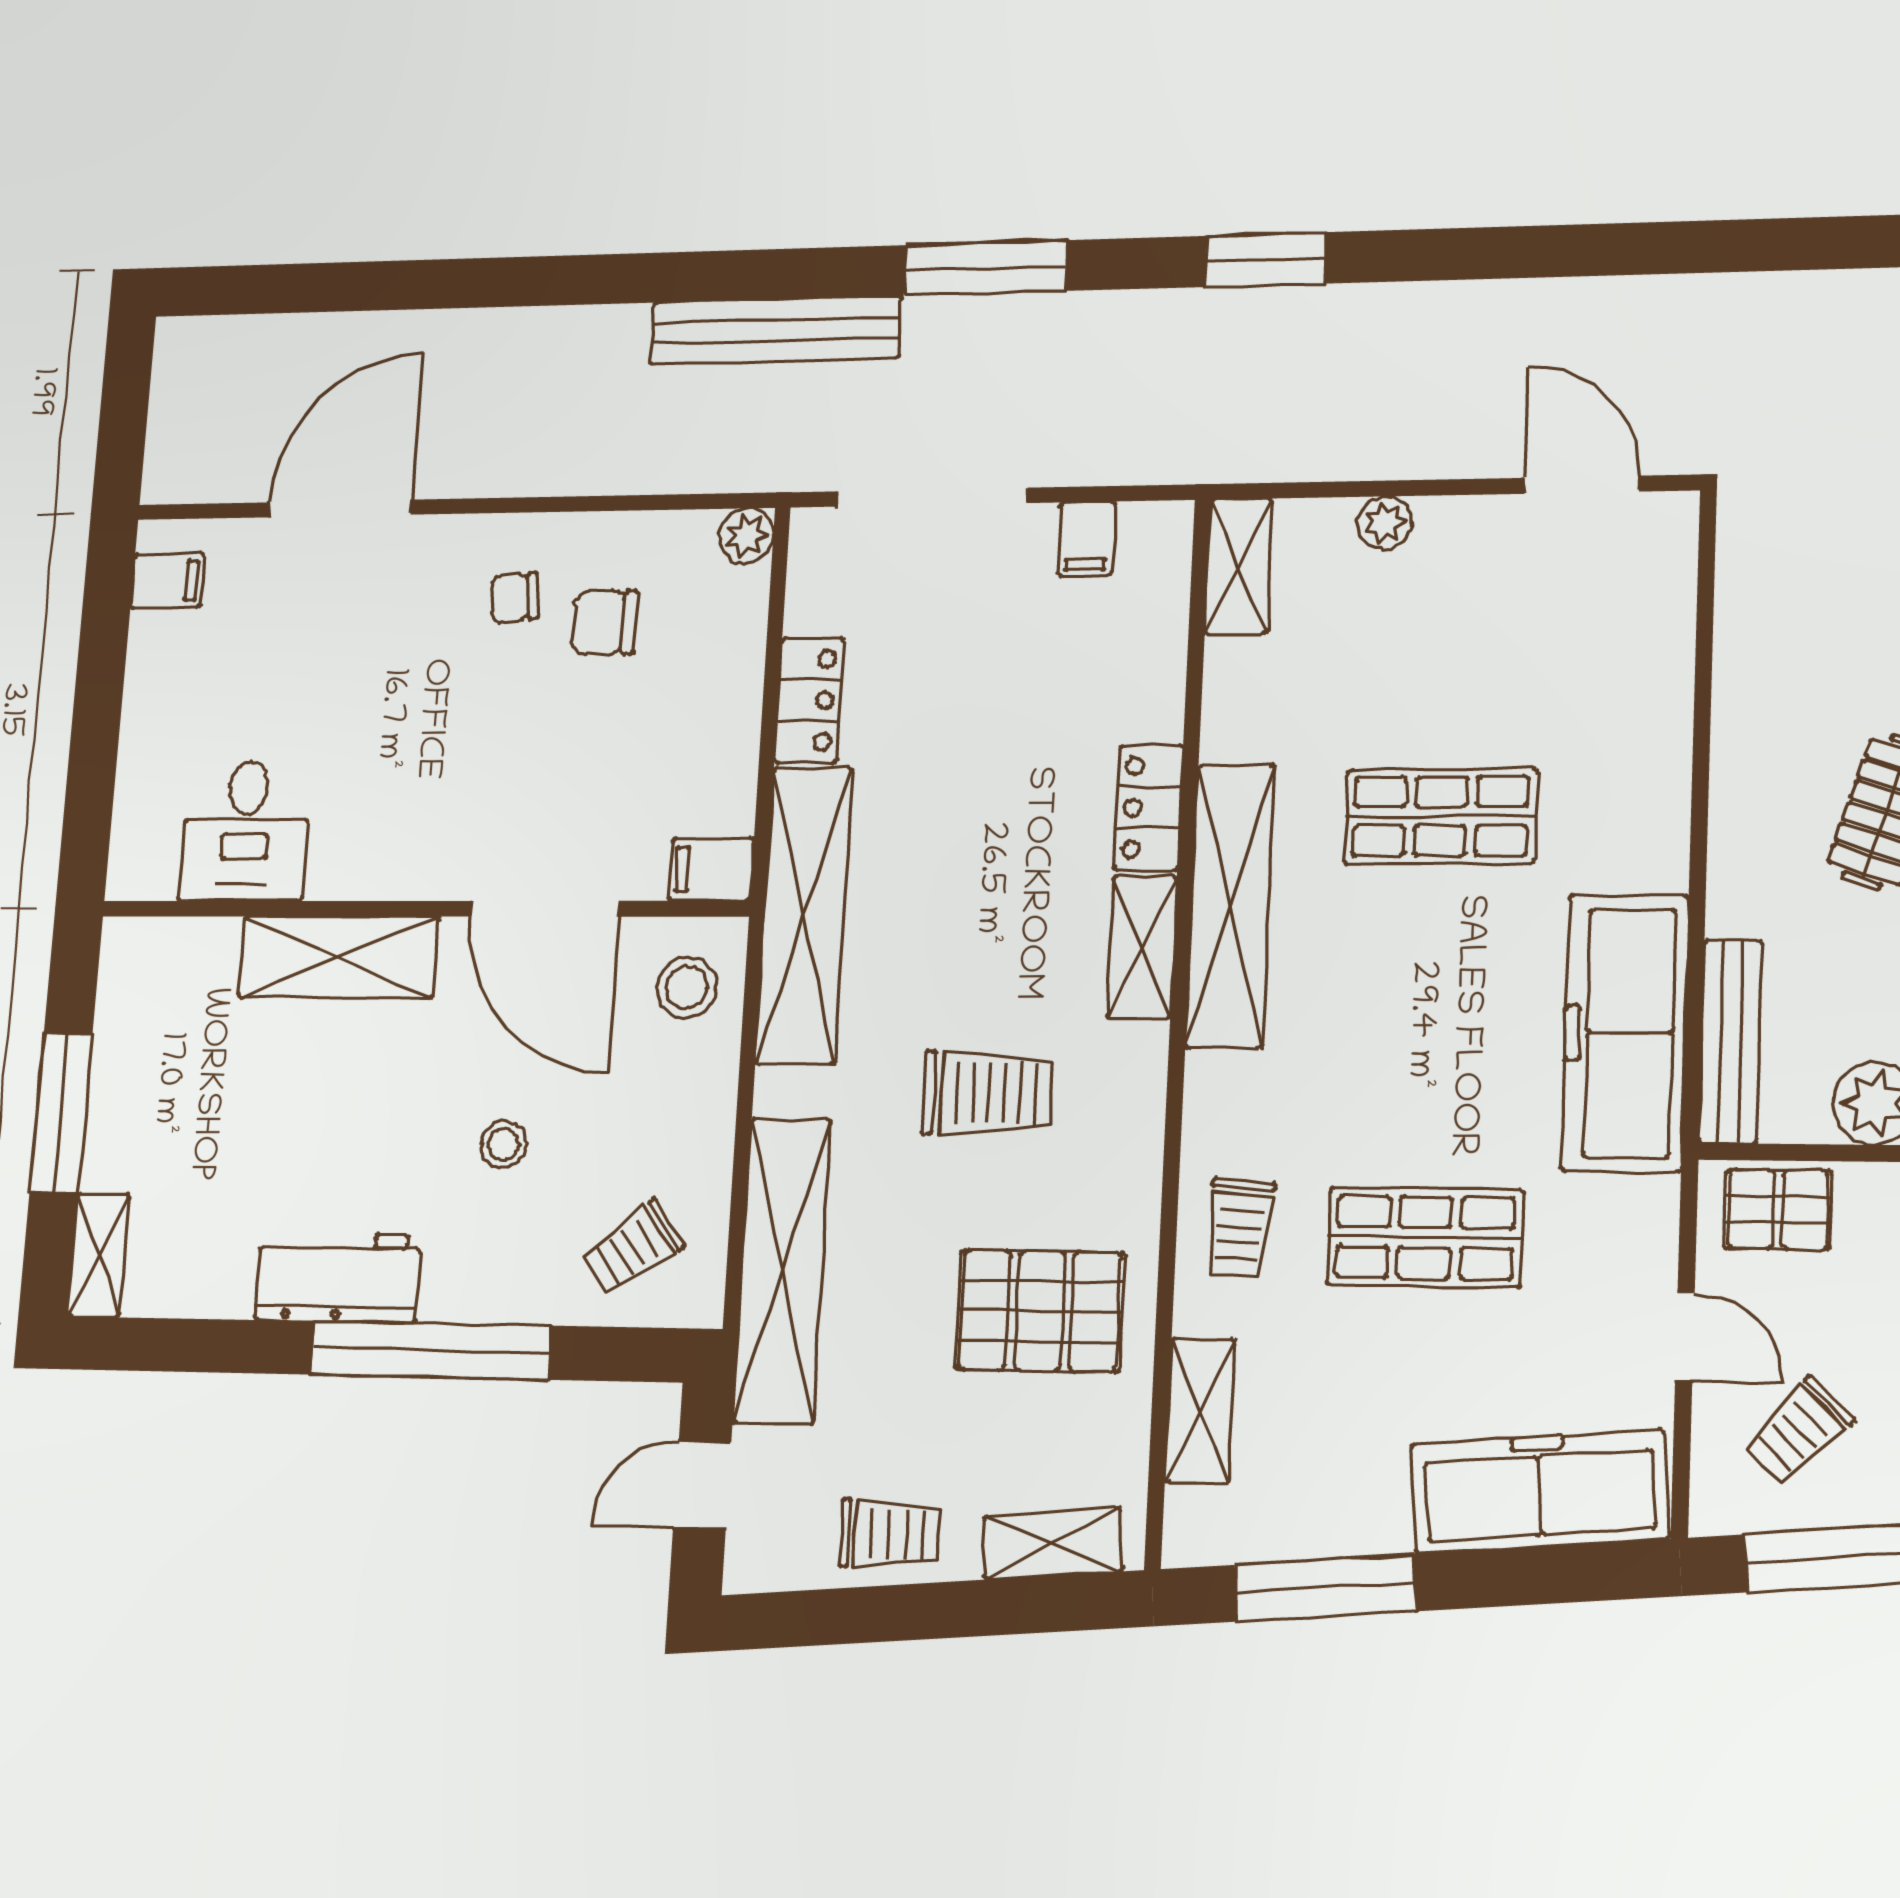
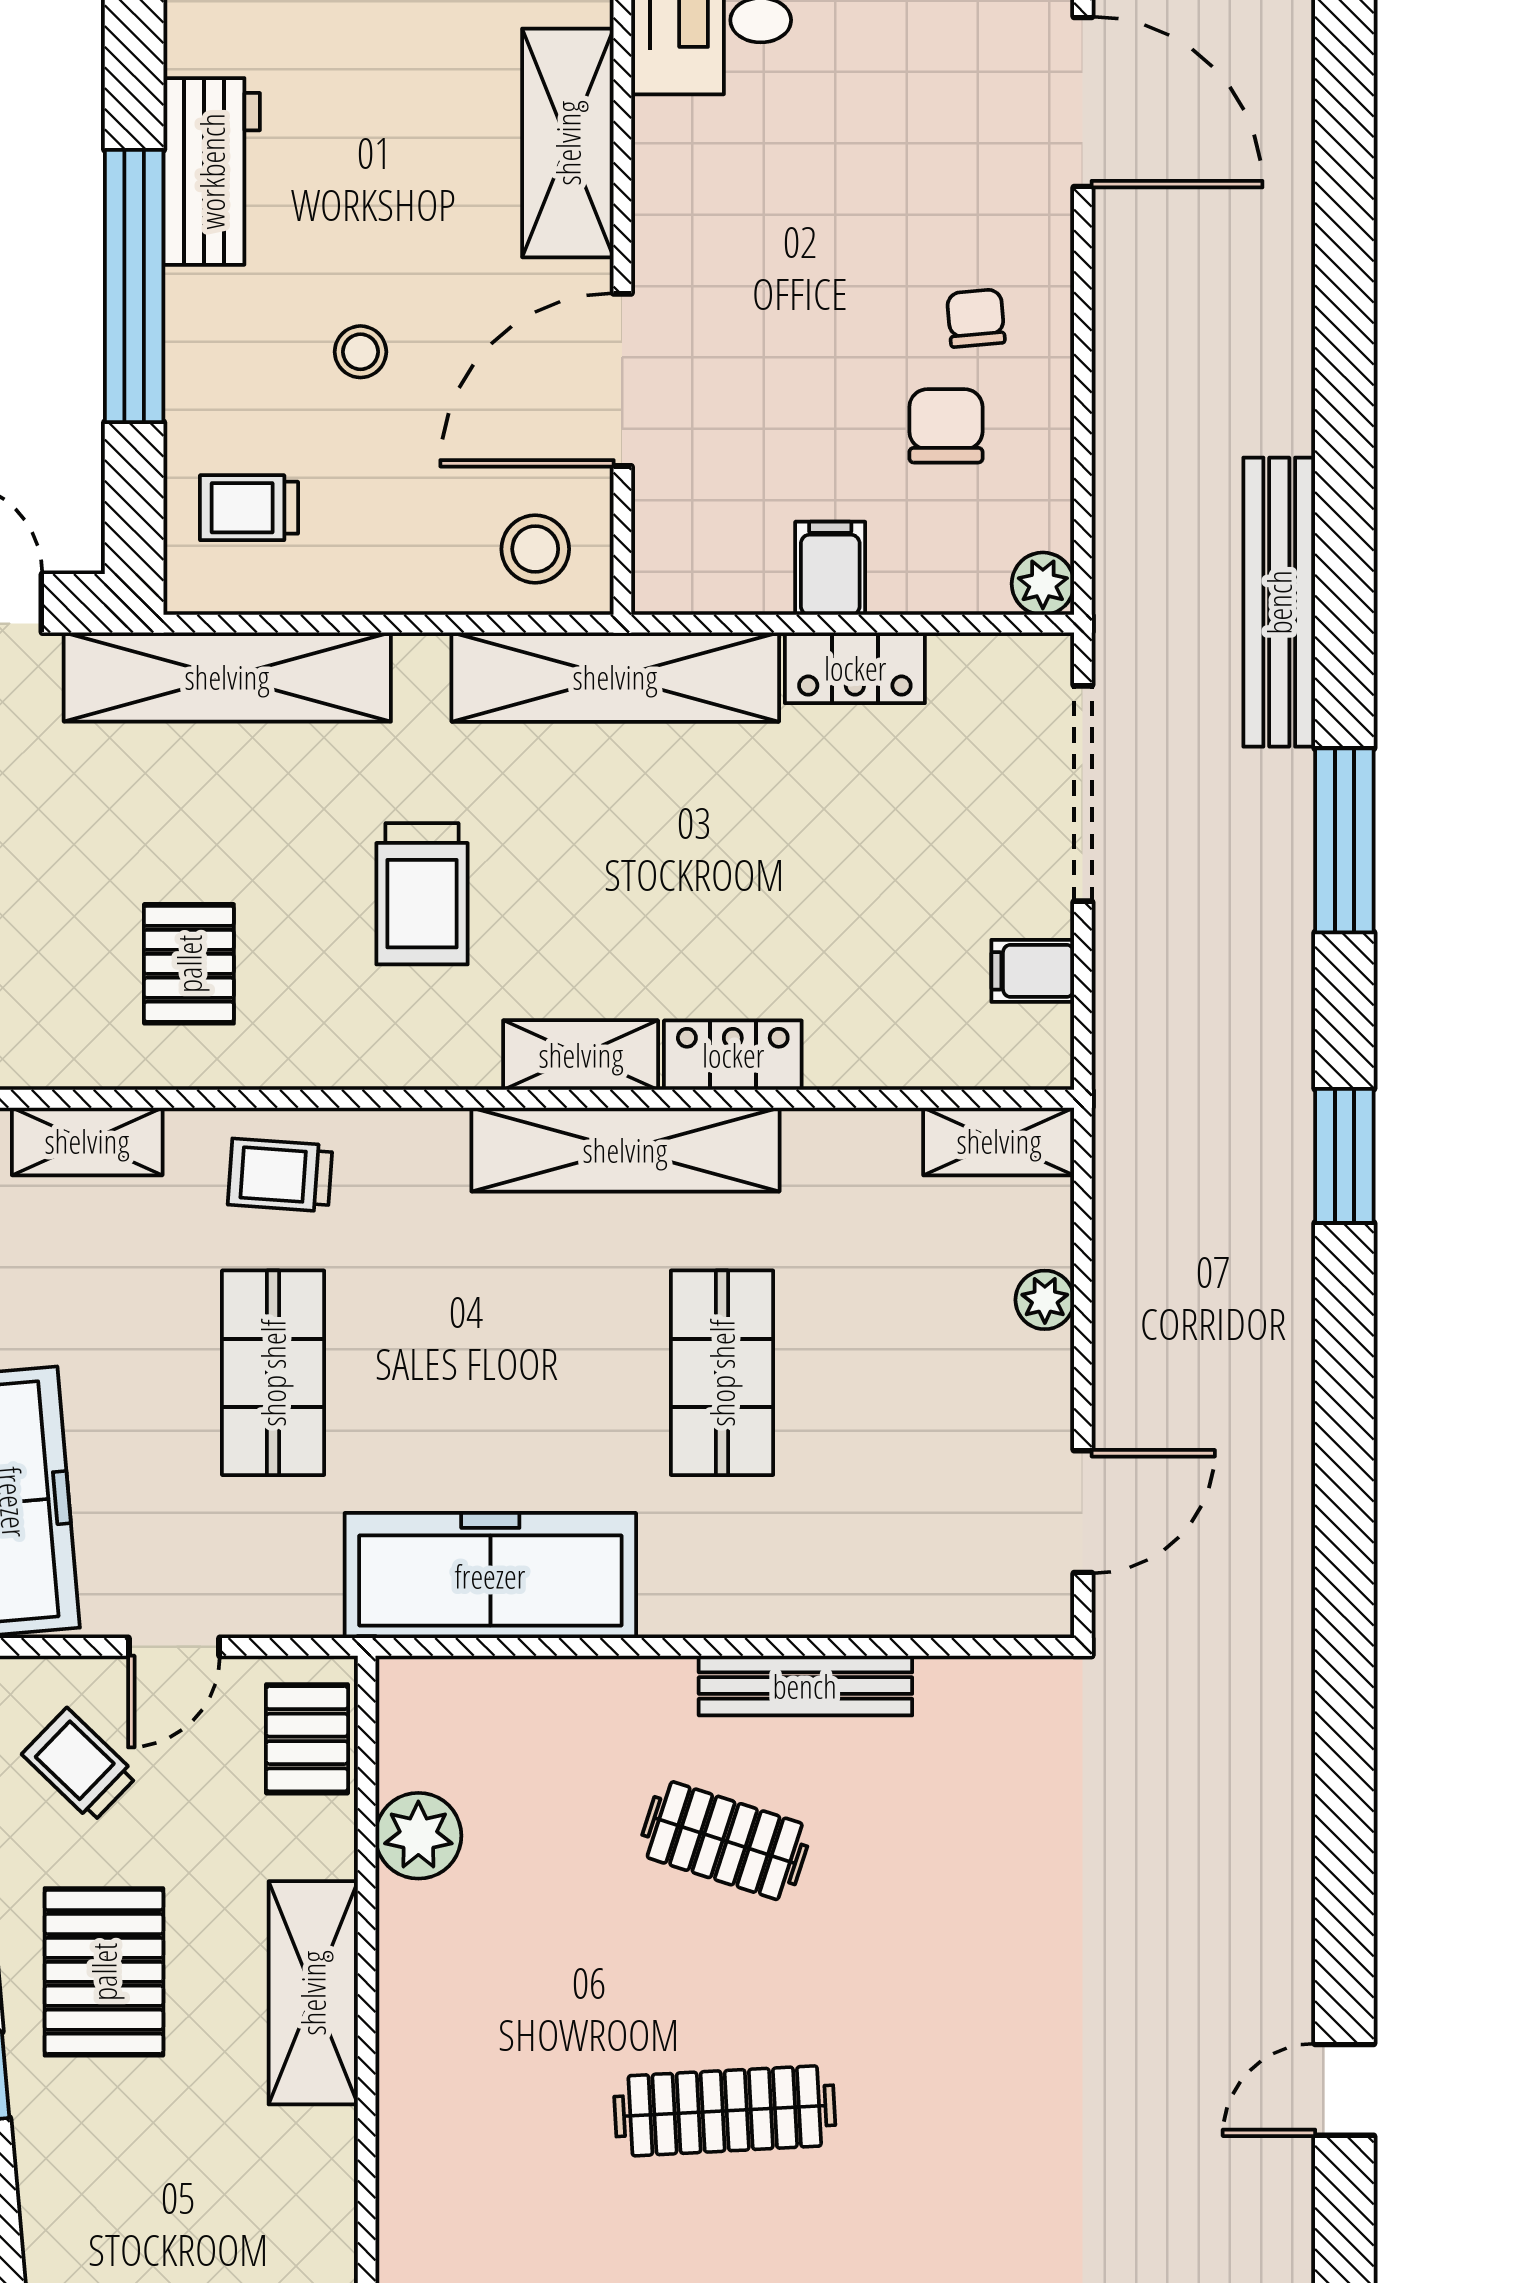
filing cabinet: (711, 869) -> (830, 568), moved
bench: (1730, 1041) -> (805, 1686), moved
trolley: (633, 1248) -> (249, 508), turned -54
pallet: (1040, 1311) -> (189, 964), width x0.67, depth x0.71

